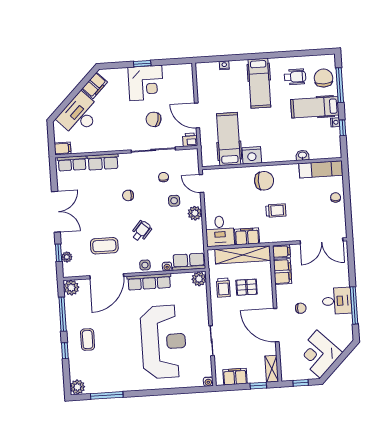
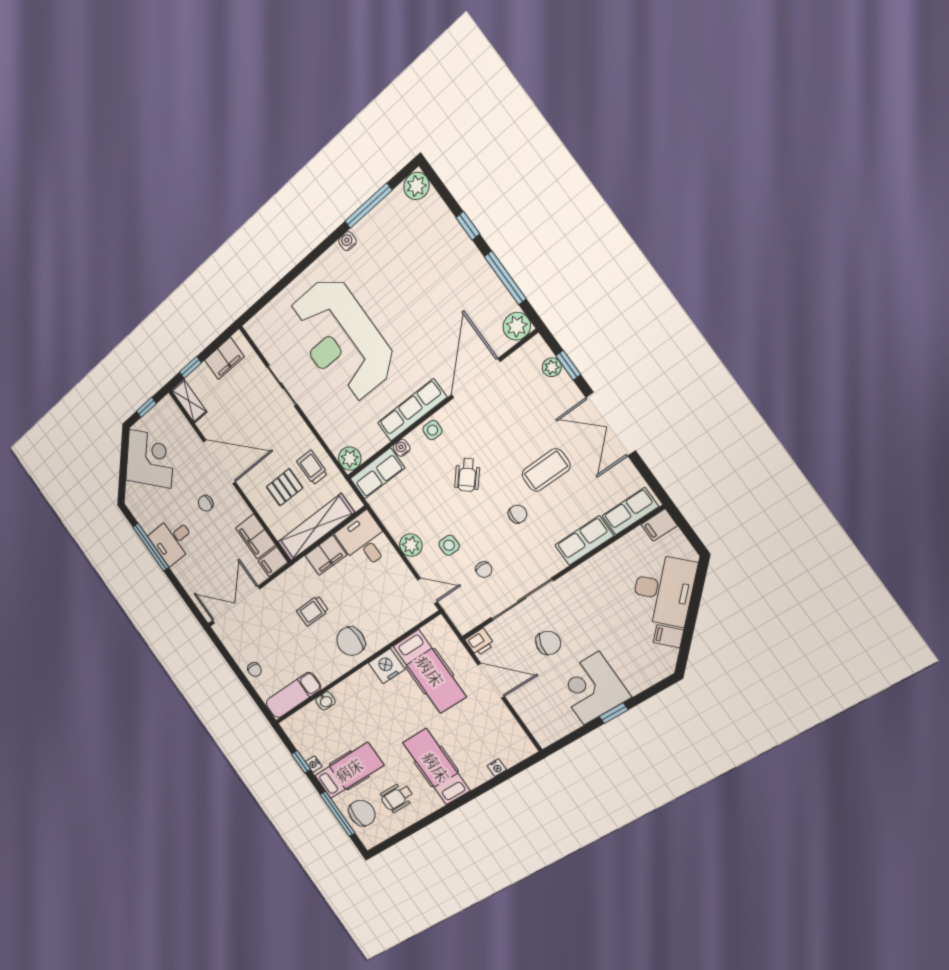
chair: (323, 78) -> (362, 813), turned -90
filing cabinet: (95, 85) -> (668, 636), width x0.50
coffee table: (104, 246) -> (546, 470), moved
coffee table: (88, 340) -> (446, 267), removed
water cooler: (208, 382) -> (347, 241), moved

